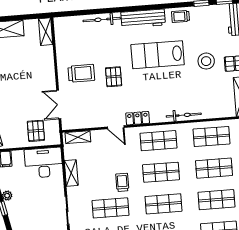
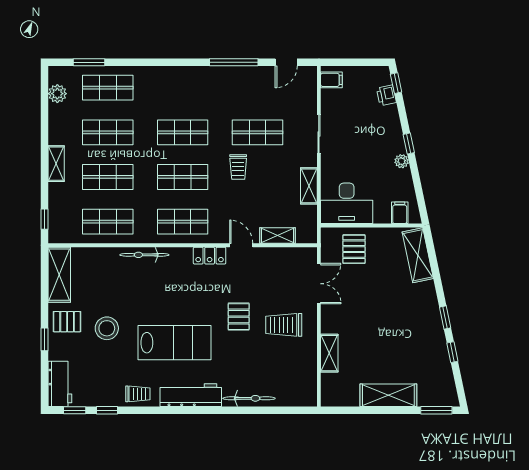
shelving: (46, 32) -> (329, 353), moved
shelving: (78, 137) -> (278, 236), moved

